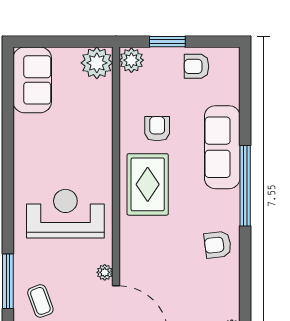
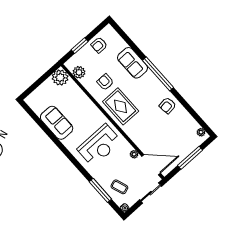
plant: (131, 60) -> (79, 72), moved
sofa: (32, 80) -> (57, 123), moved
sofa: (222, 147) -> (132, 63), width x0.73
reception desk: (65, 214) -> (99, 145), turned 180

